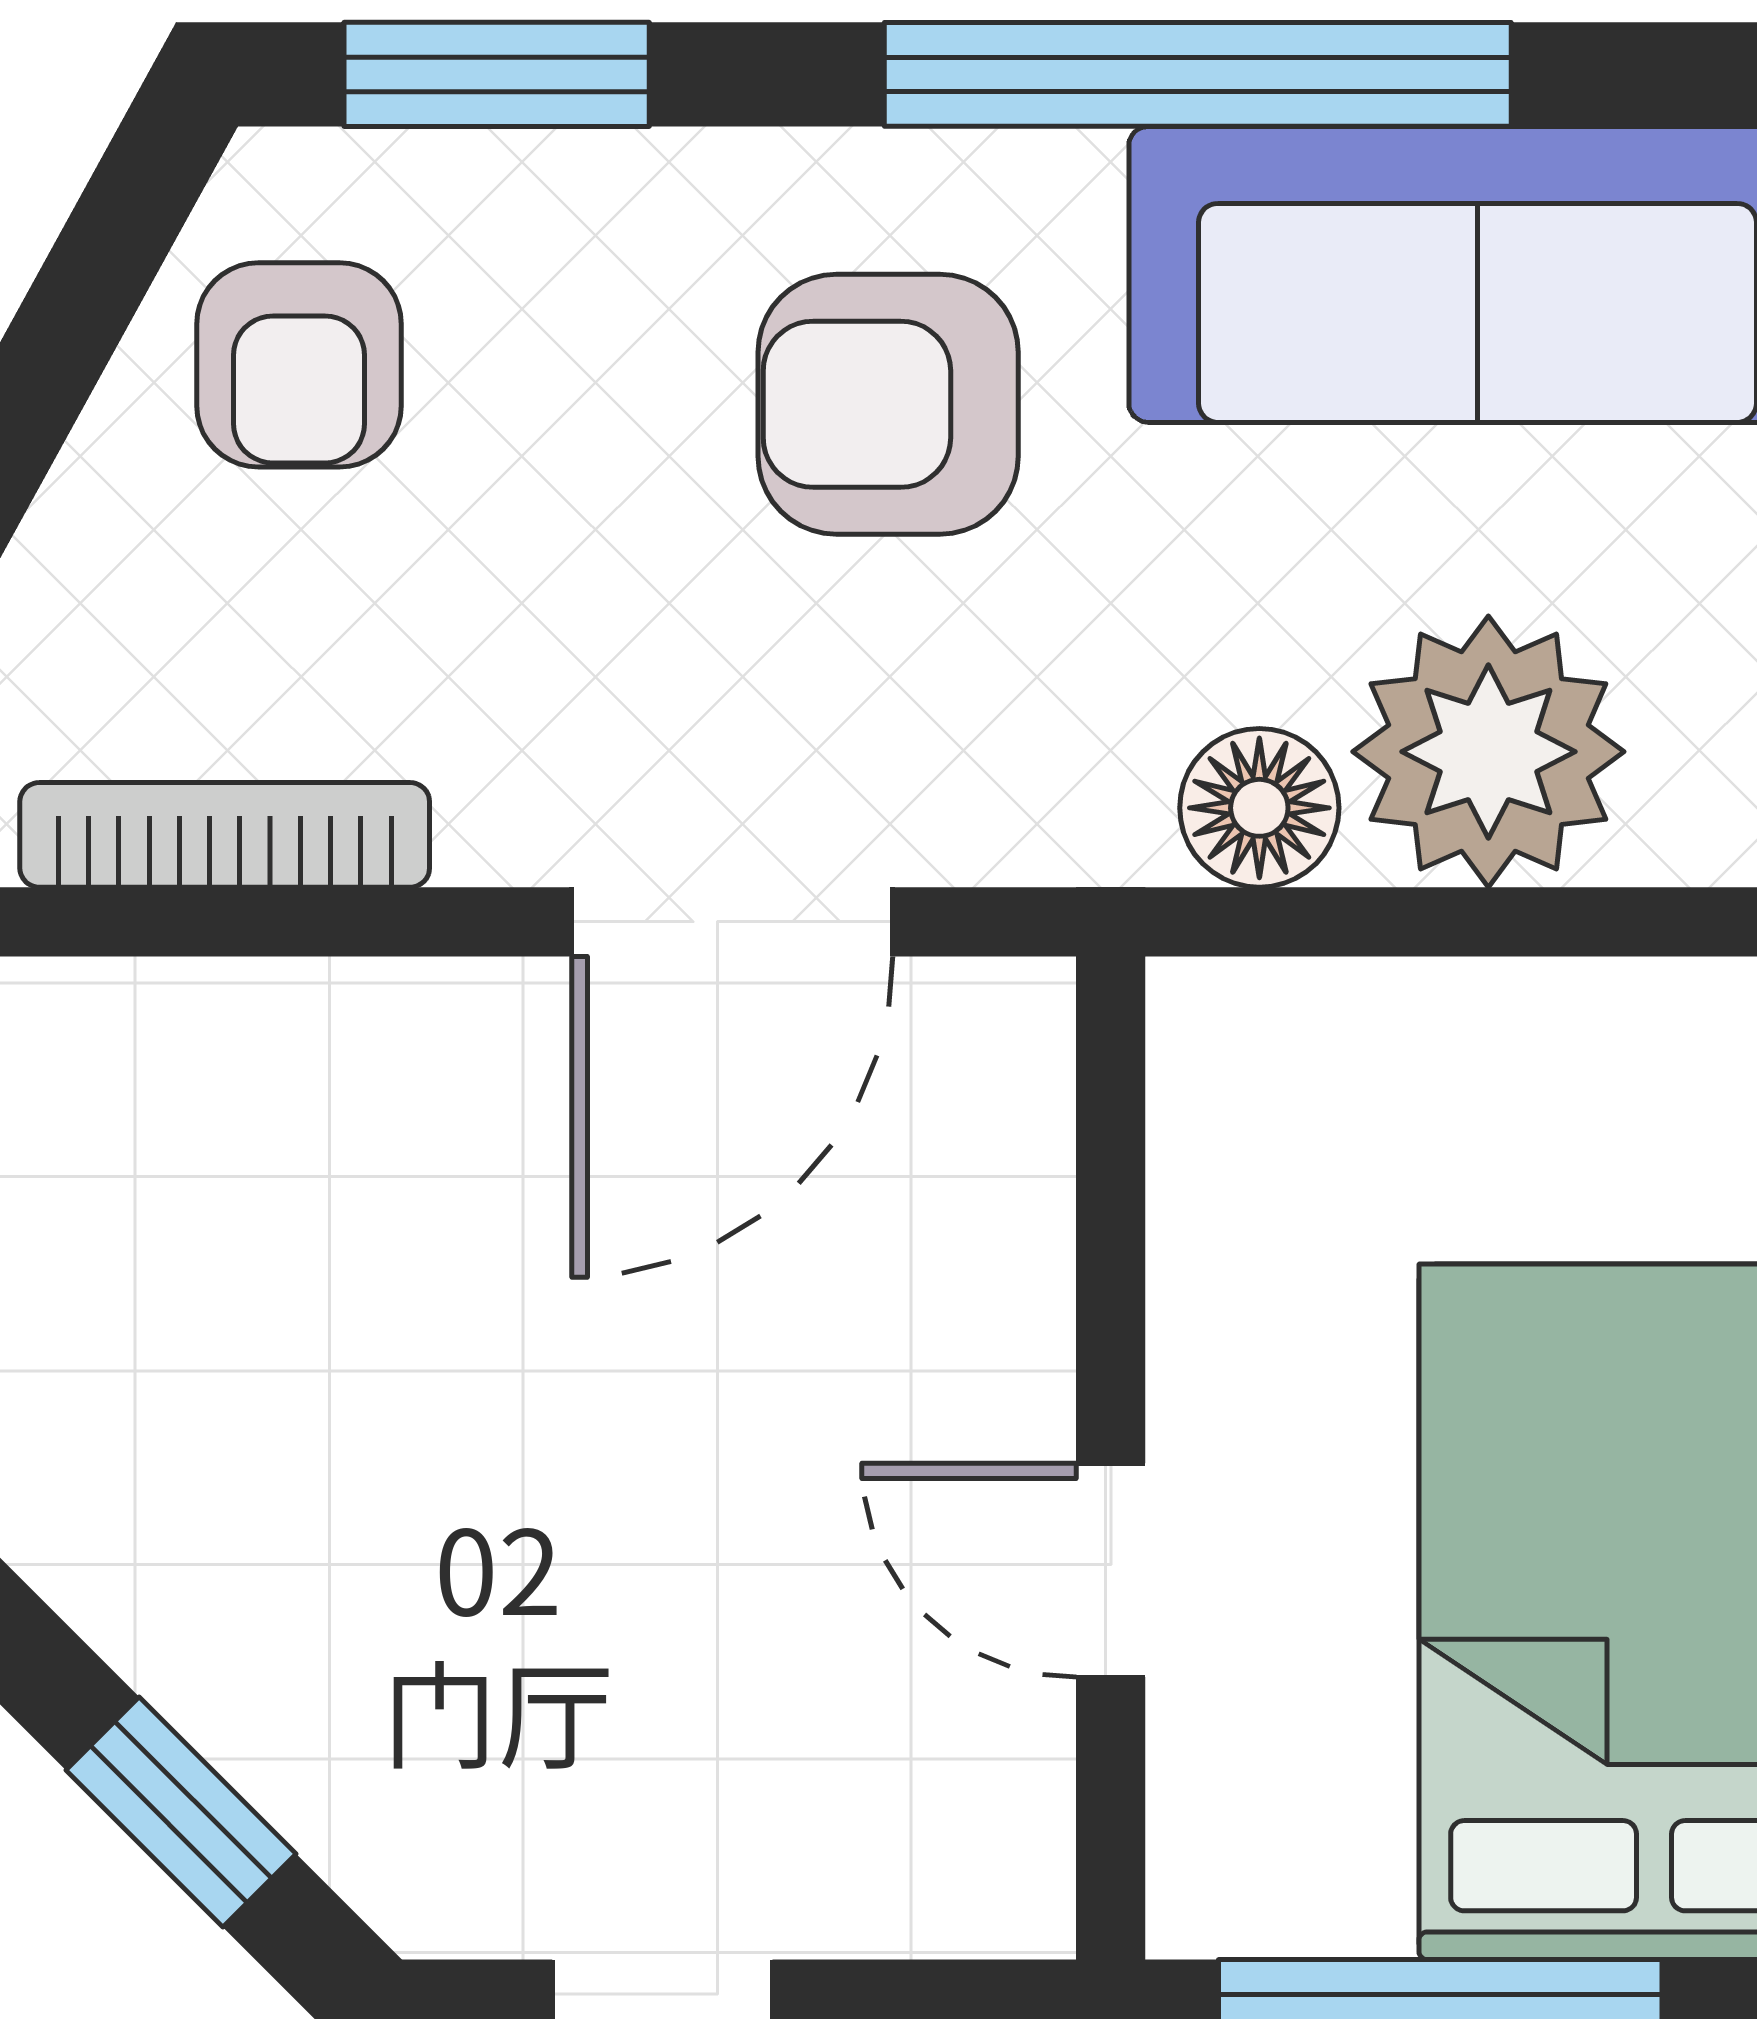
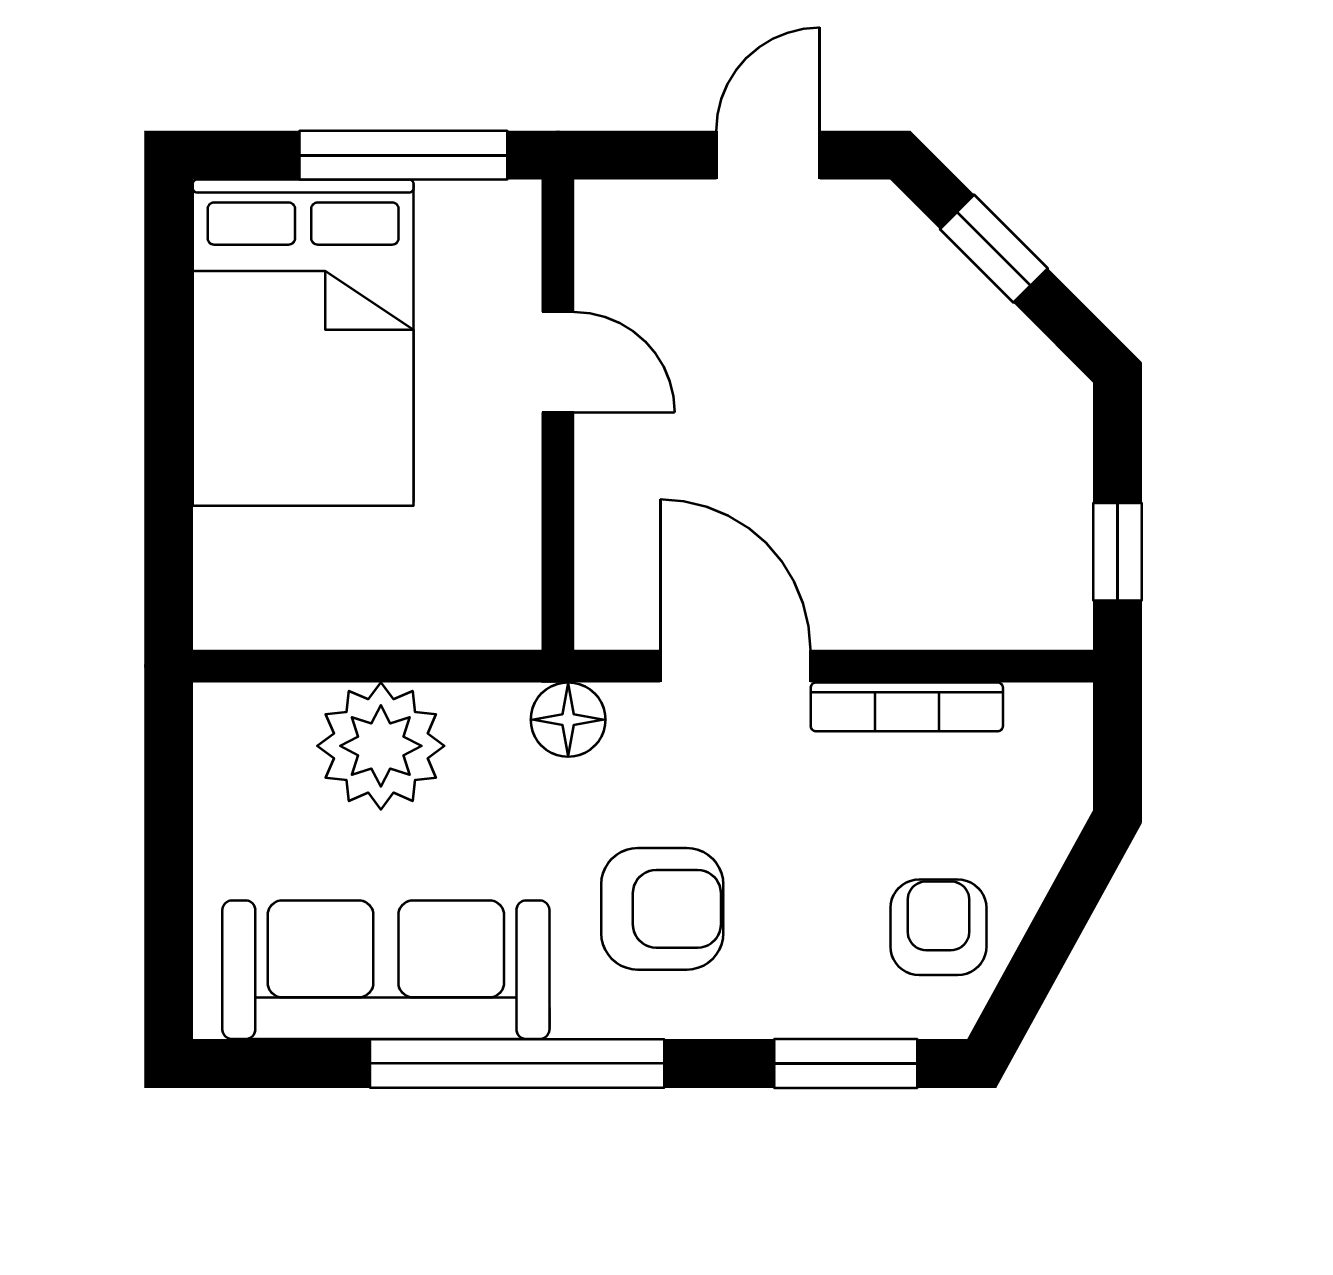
floor lamp: (1259, 808) -> (568, 720), moved
bookcase: (225, 835) -> (907, 707), moved
door: (732, 922) -> (735, 666), hinge flipped

